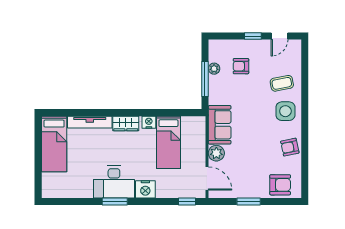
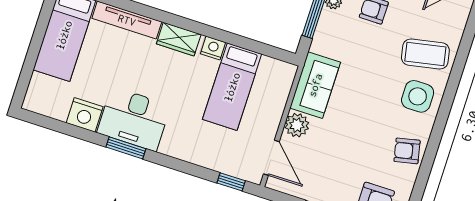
coffee table: (282, 83) -> (425, 54), width x1.36, depth x1.30
nightstand: (145, 189) -> (85, 115), moved

